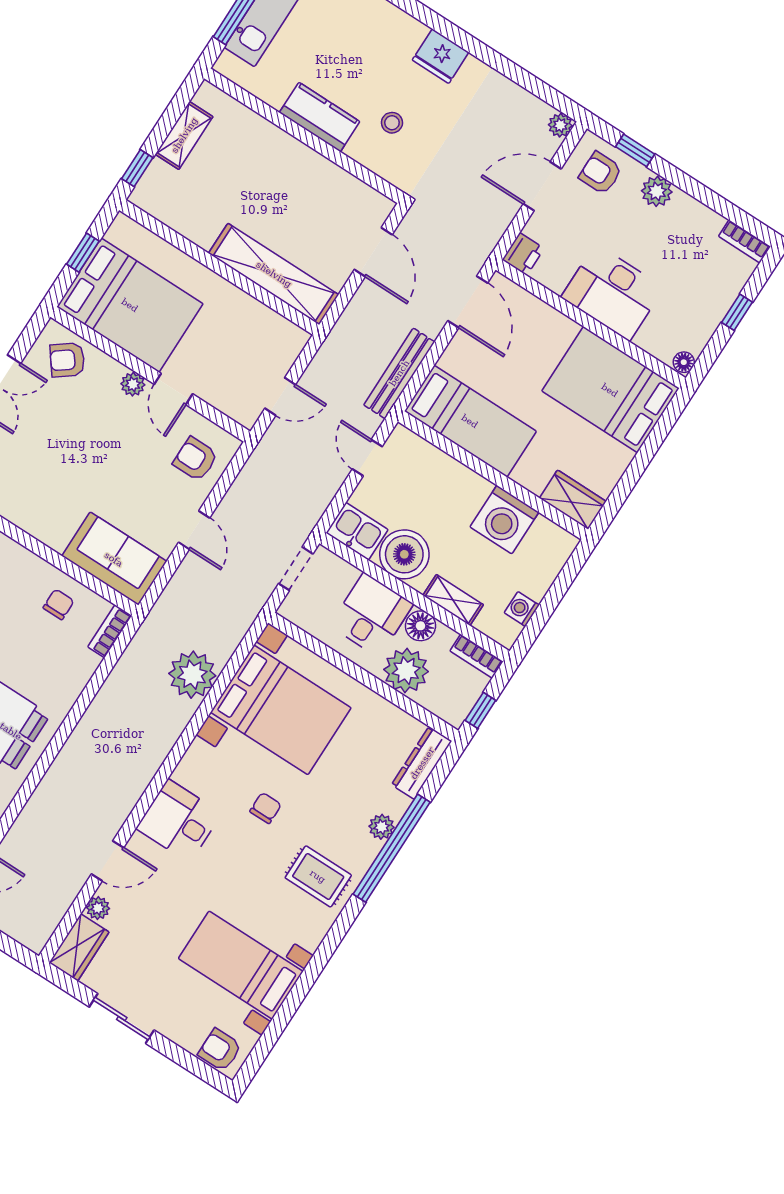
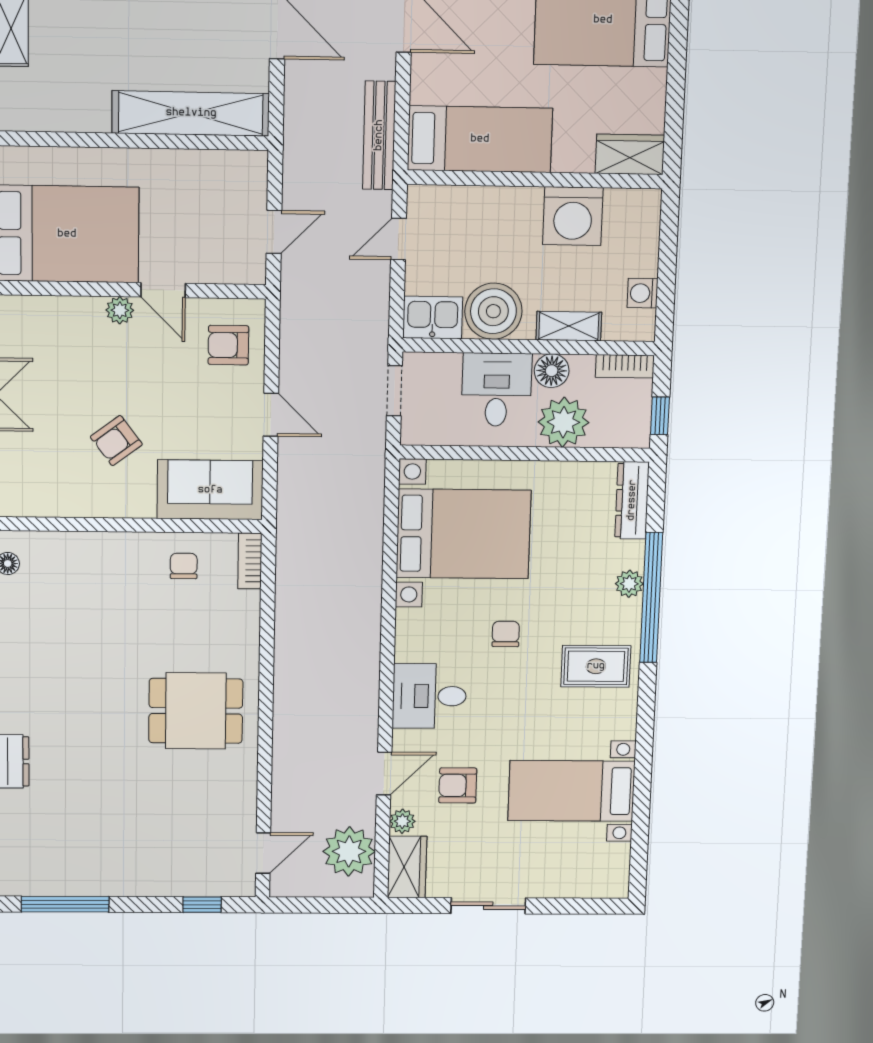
armchair: (67, 360) -> (116, 441), moved
door: (367, 458) -> (399, 239), hinge flipped
plant: (192, 675) -> (349, 851), moved
armchair: (220, 1050) -> (458, 785), moved

